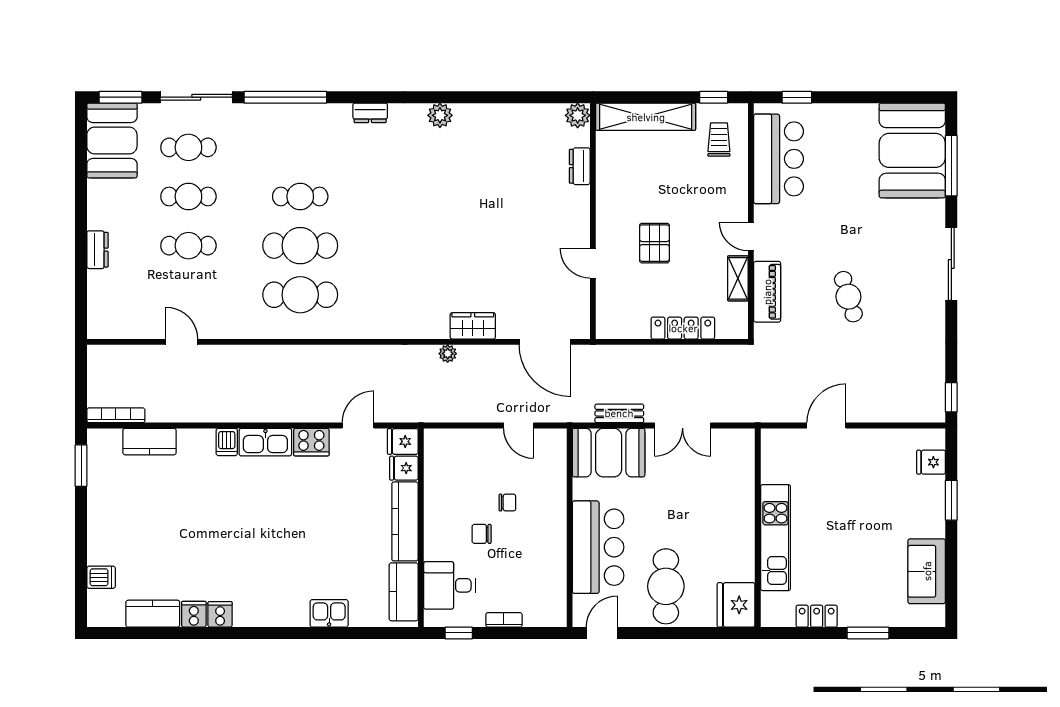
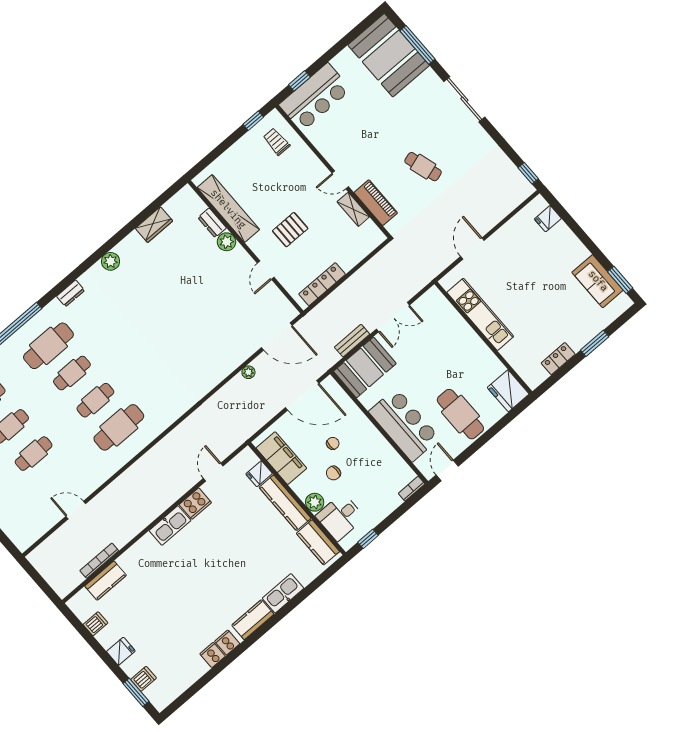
plant: (578, 115) -> (227, 242), moved
shelving: (646, 117) -> (228, 209), moved, turned 90
cafe table: (300, 147) -> (48, 346), added
bar counter: (779, 159) -> (315, 97), moved, turned 90
pallet: (654, 243) -> (290, 230), turned 90
cafe table: (300, 246) -> (95, 400), width x0.73, depth x0.74
door: (593, 263) -> (266, 270), hinge flipped
wardrobe: (473, 326) -> (154, 225), moved, turned 180
locker: (683, 328) -> (322, 284), moved
plant: (448, 354) -> (248, 372), moved
bookcase: (116, 415) -> (99, 561), moved
door: (519, 426) -> (302, 395), width x1.88
fridge: (403, 441) -> (121, 651), moved, turned 180
dishwasher: (227, 442) -> (95, 624), moved, turned -90
window: (81, 466) -> (136, 692), moved
filing cabinet: (441, 472) -> (281, 458), added
window: (951, 500) -> (620, 280), moved
kitchen unit: (776, 538) -> (480, 314), moved
plant: (436, 547) -> (315, 502), added
kitchen sink: (329, 613) -> (283, 593), width x1.38
kitchen counter: (153, 614) -> (253, 620), moved
bookcase: (504, 620) -> (412, 489), moved

